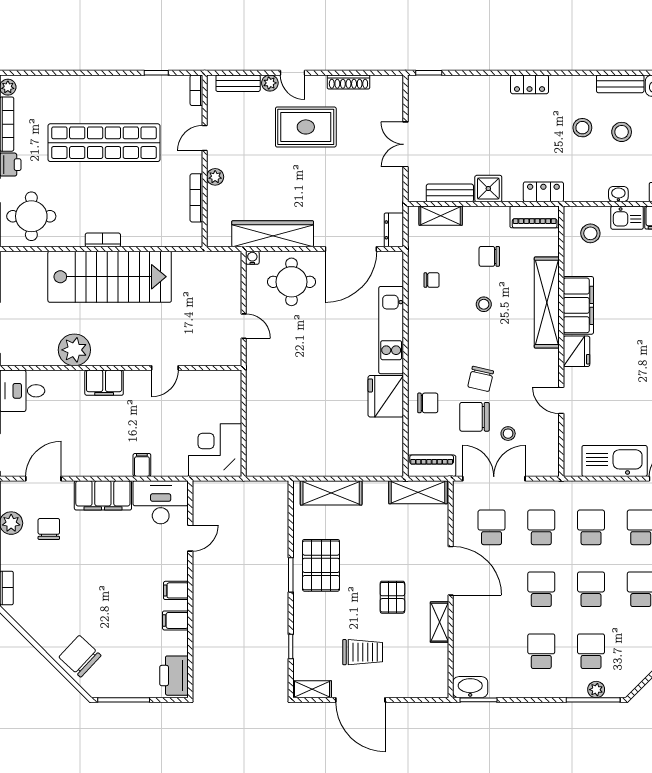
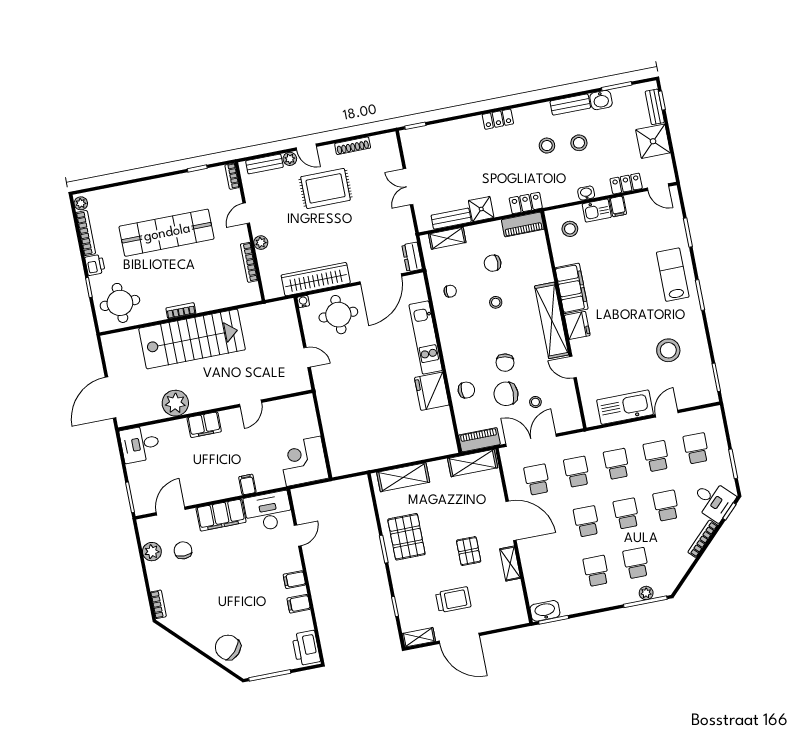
shelving: (547, 302) -> (552, 320), moved

